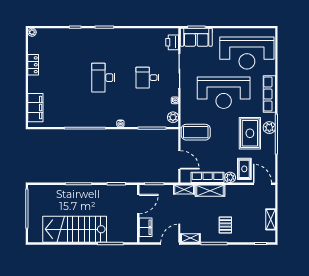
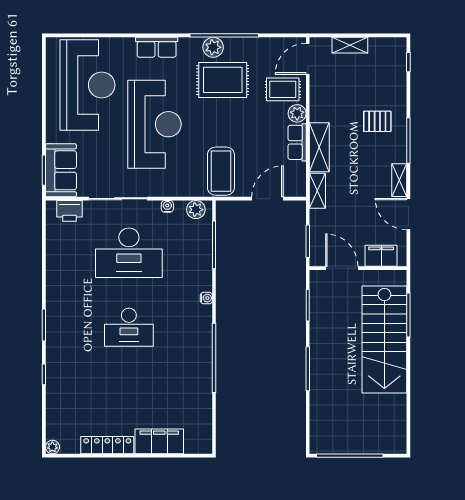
locker: (33, 65) -> (107, 445), width x1.53
desk: (147, 78) -> (129, 253), width x1.87, depth x1.30
row of seats: (269, 94) -> (157, 47), width x0.68
filing cabinet: (35, 108) -> (159, 441), moved
row of seats: (208, 177) -> (297, 142), width x0.68
shelving: (271, 219) -> (350, 45), moved
stairs: (75, 229) -> (384, 339), moved

